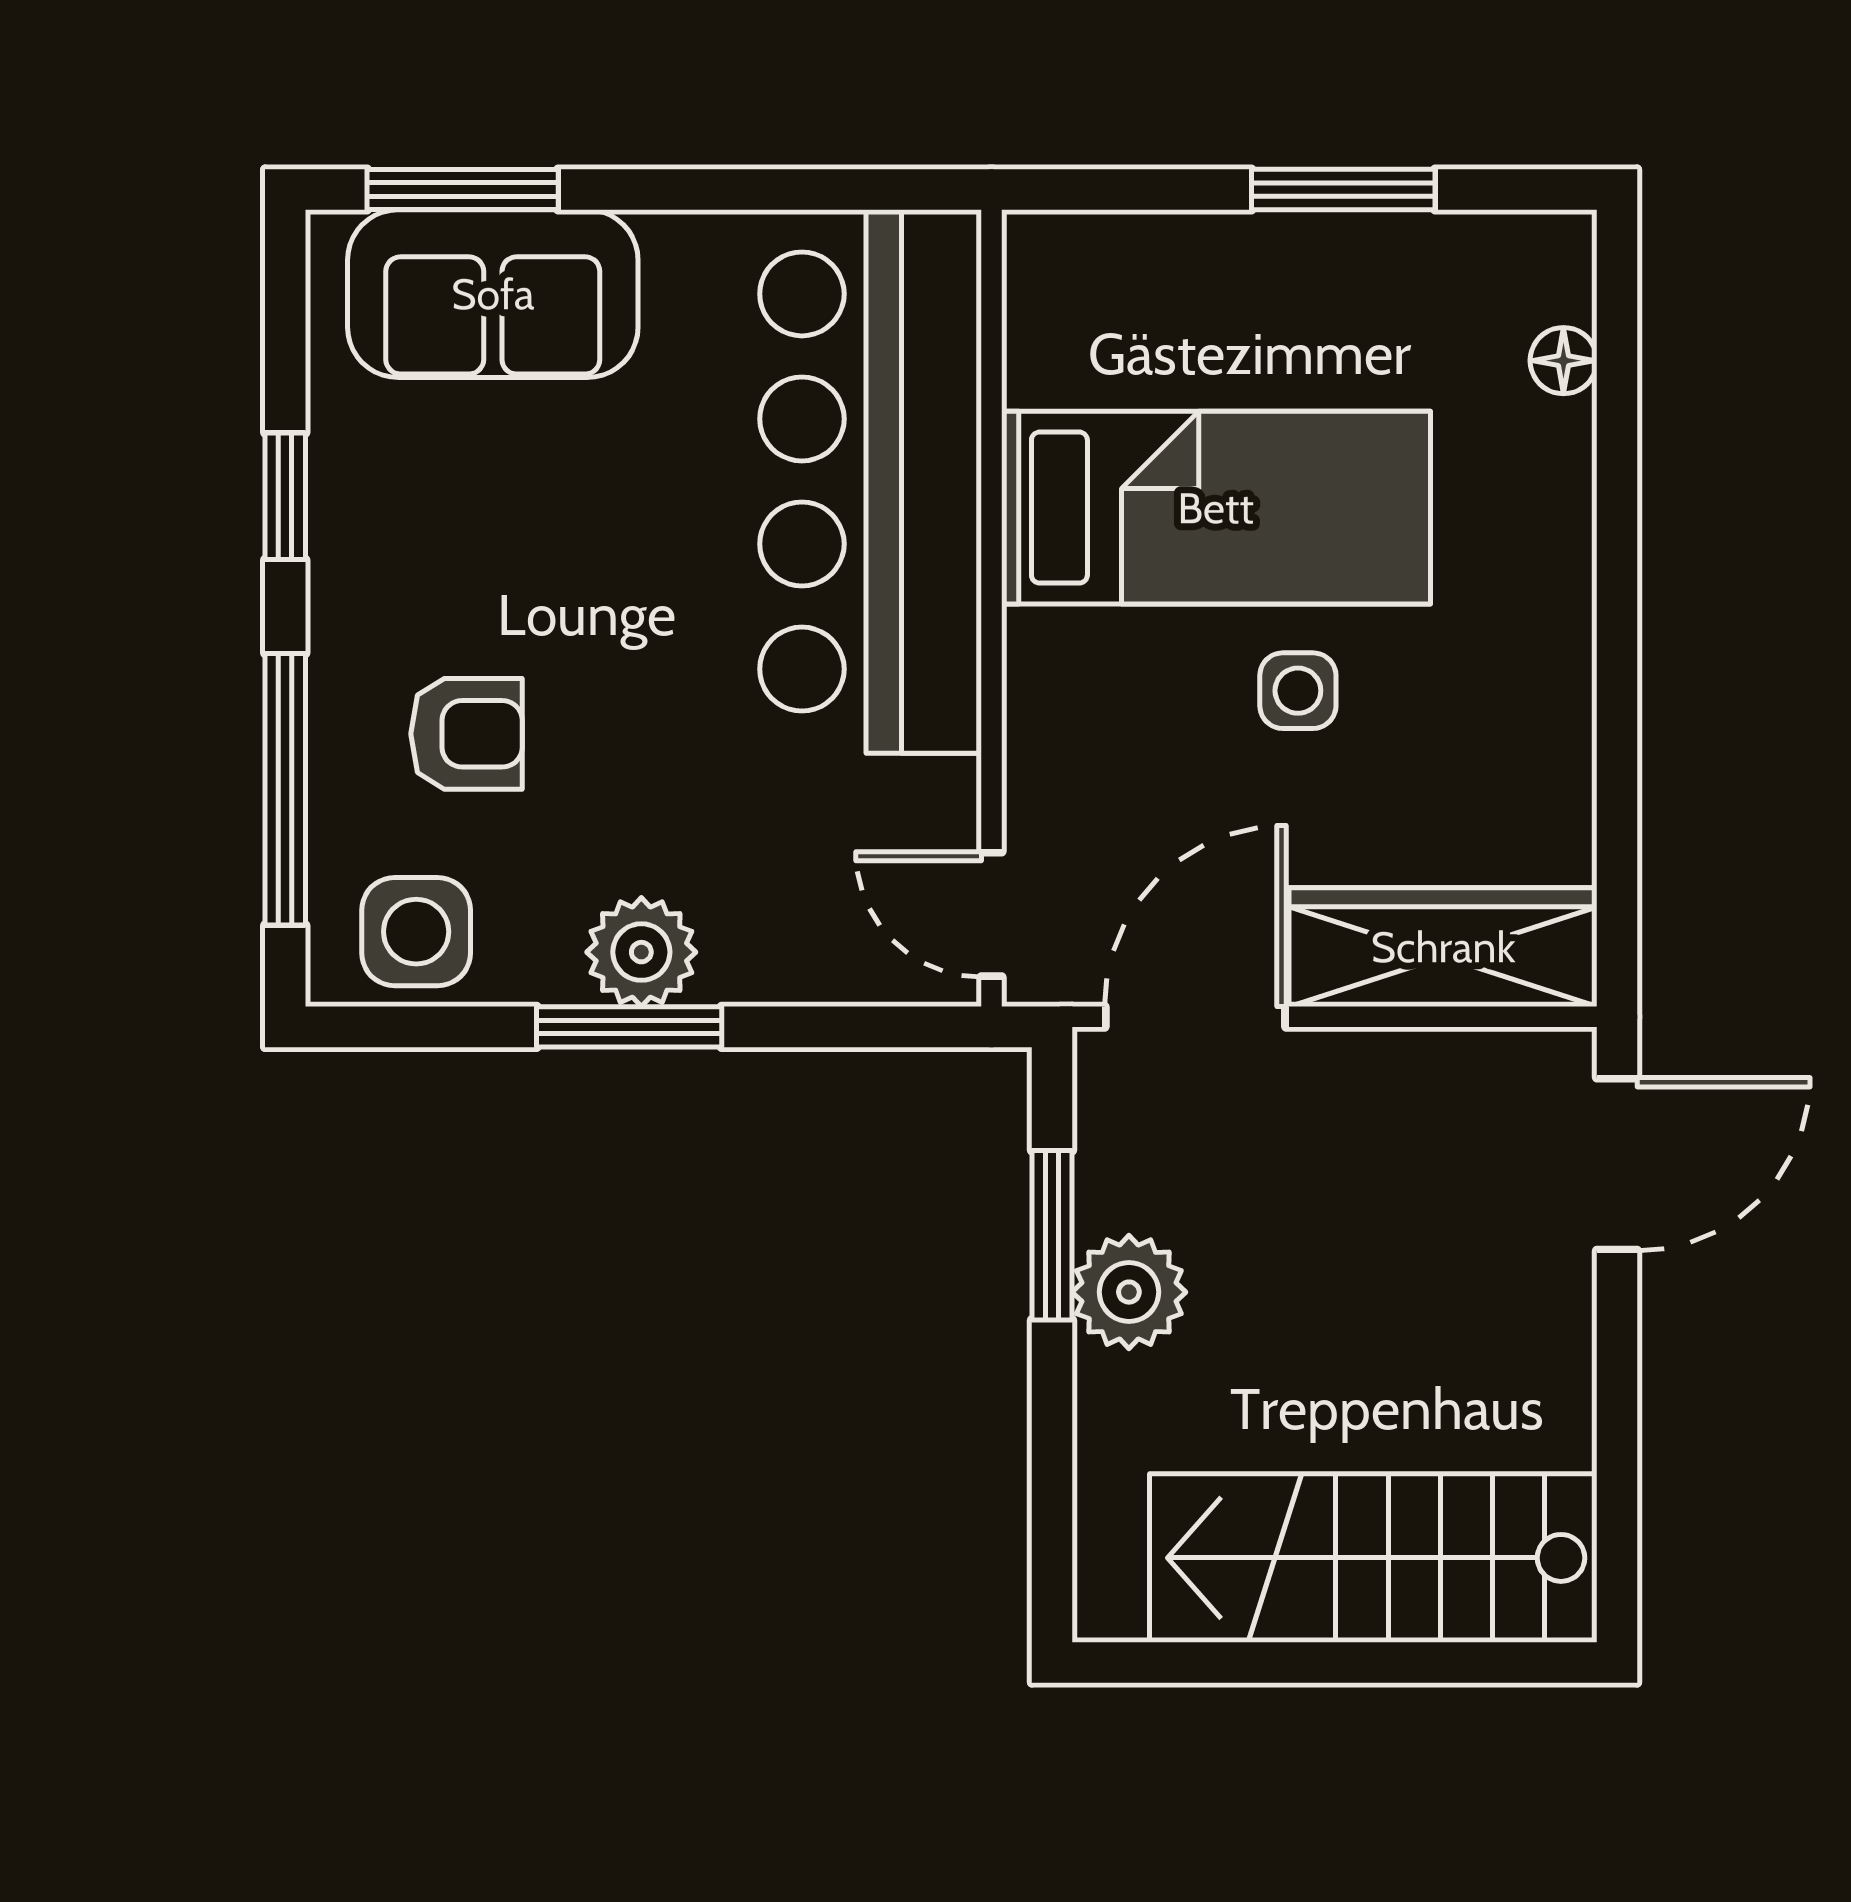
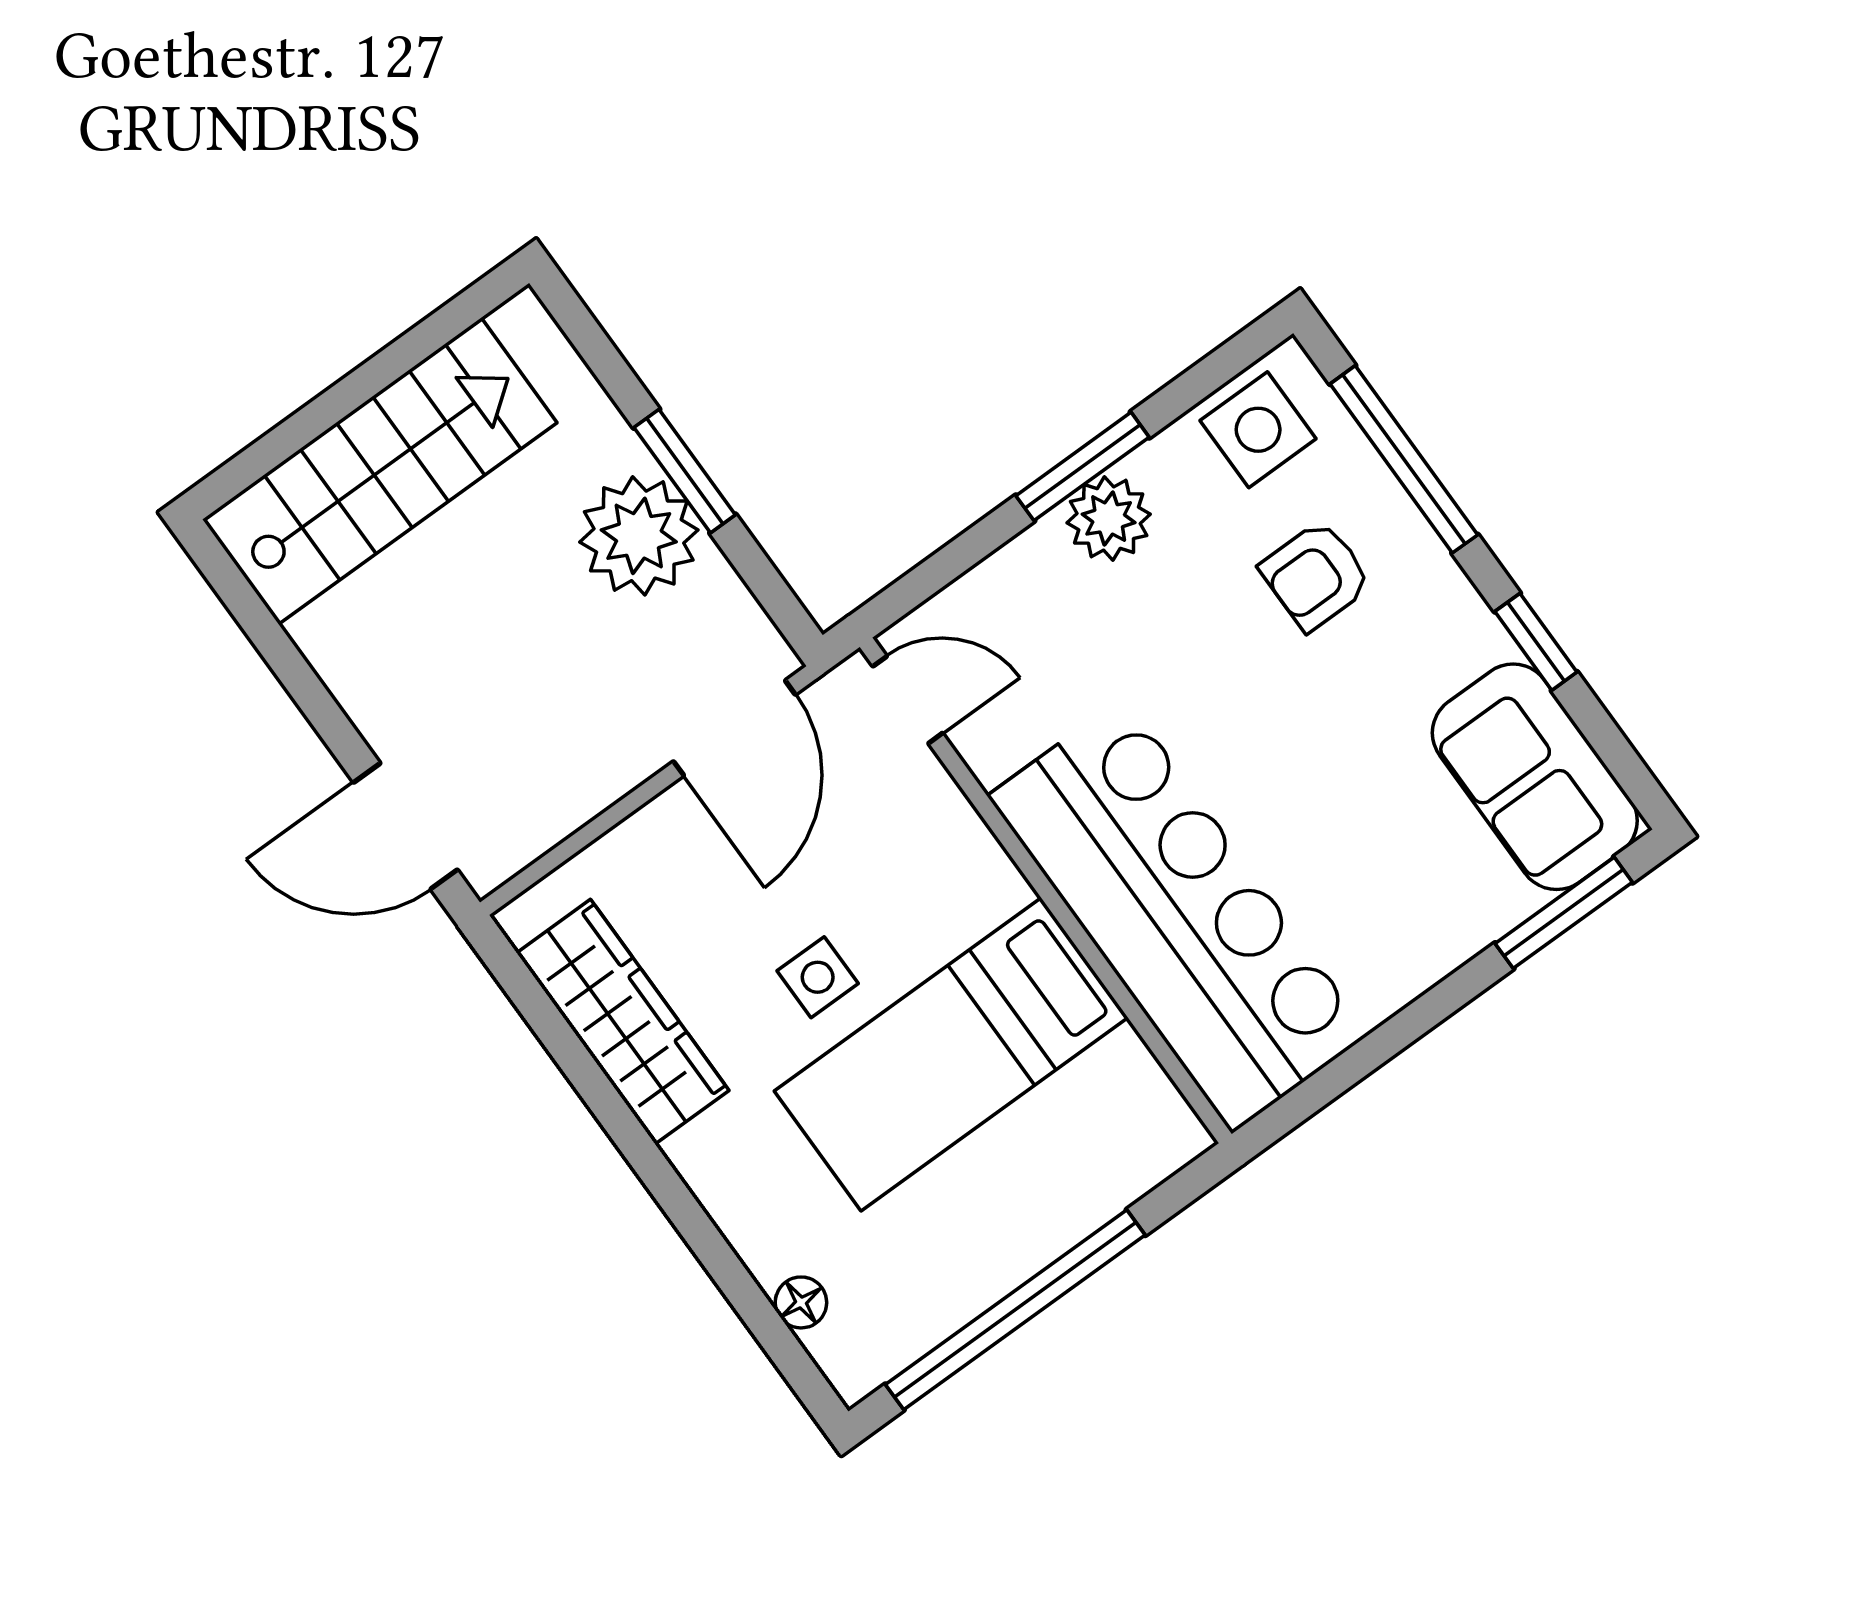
window: (1343, 189) -> (1015, 1310), width x2.11
sofa: (493, 294) -> (1535, 777), moved, turned -90
wardrobe: (1443, 947) -> (623, 1022), moved, turned -90
door: (1617, 1164) -> (405, 826), hinge flipped
window: (1052, 1235) -> (685, 471), moved
plant: (1129, 1292) -> (639, 536), width x1.36, depth x1.36

